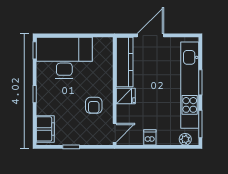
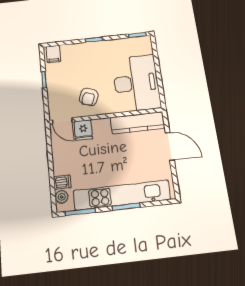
desk: (64, 58) -> (136, 83), moved
fridge: (126, 96) -> (83, 130), moved
armchair: (94, 105) -> (89, 97), turned -70
filing cabinet: (45, 129) -> (53, 54), width x0.50
dishwasher: (150, 137) -> (62, 182), moved

